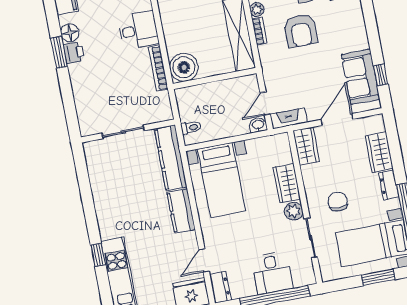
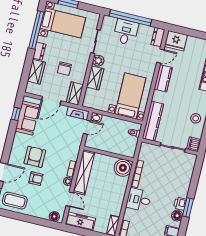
armchair: (301, 31) -> (35, 157), moved
dishwasher: (93, 151) -> (194, 144), added
stool: (108, 191) -> (196, 118), added
chair: (338, 202) -> (64, 69), moved
kitchen counter: (181, 211) -> (163, 78), moved

